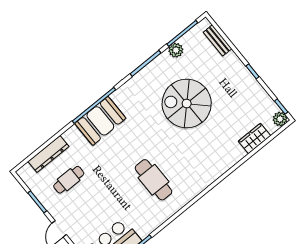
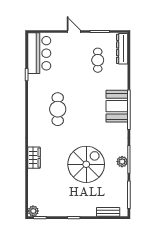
plant: (176, 50) -> (122, 162), moved
wardrobe: (254, 138) -> (34, 158), moved
dresser: (49, 154) -> (122, 49), moved
cafe table: (154, 180) -> (58, 109), turned 90

